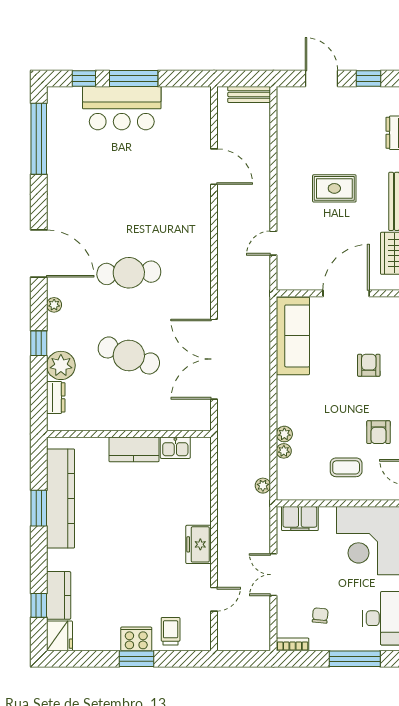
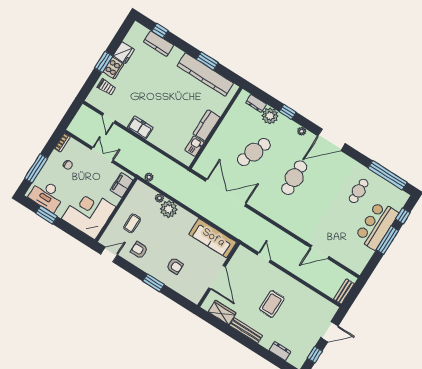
cafe table: (88, 166) -> (359, 191), added
plant: (284, 434) -> (169, 209), width x1.87, depth x1.87
fridge: (60, 636) -> (124, 53), moved, turned -90

